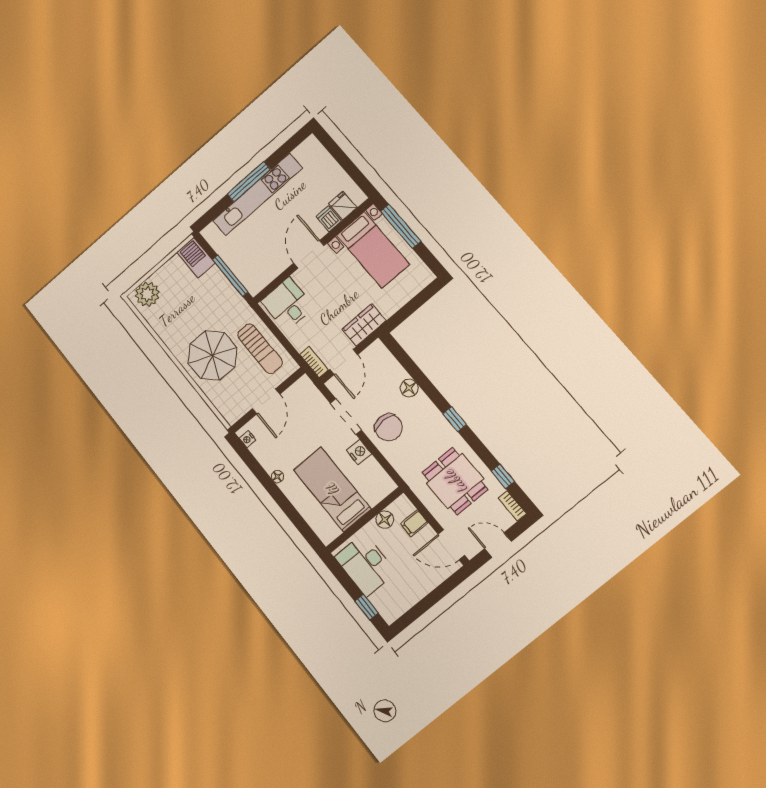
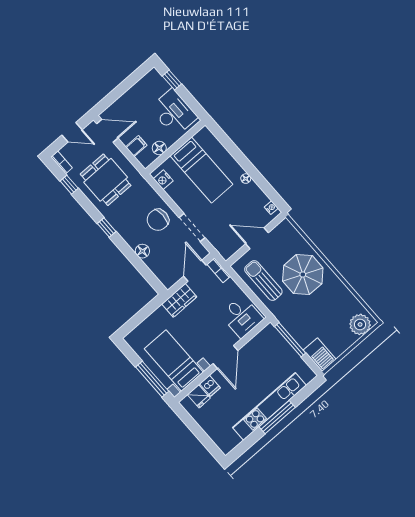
door: (266, 401) -> (257, 238), hinge flipped
chair: (389, 427) -> (158, 220), turned -90
nightstand: (359, 452) -> (163, 180), moved

